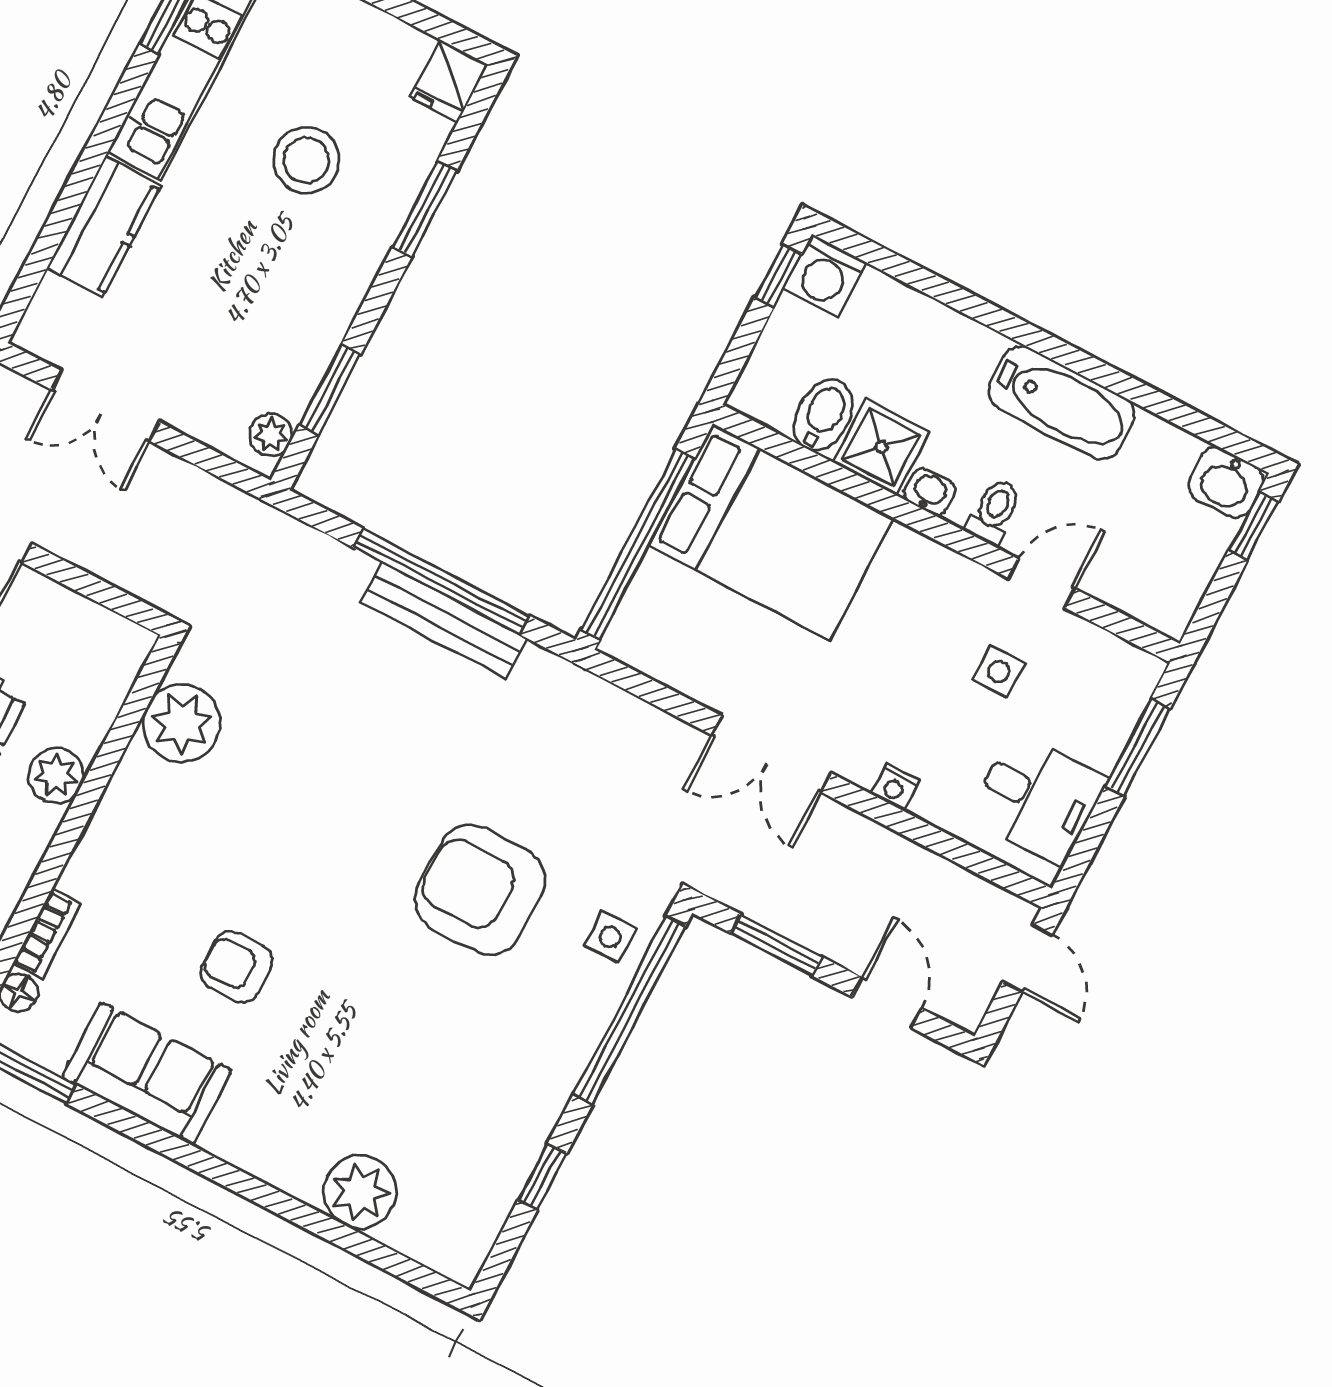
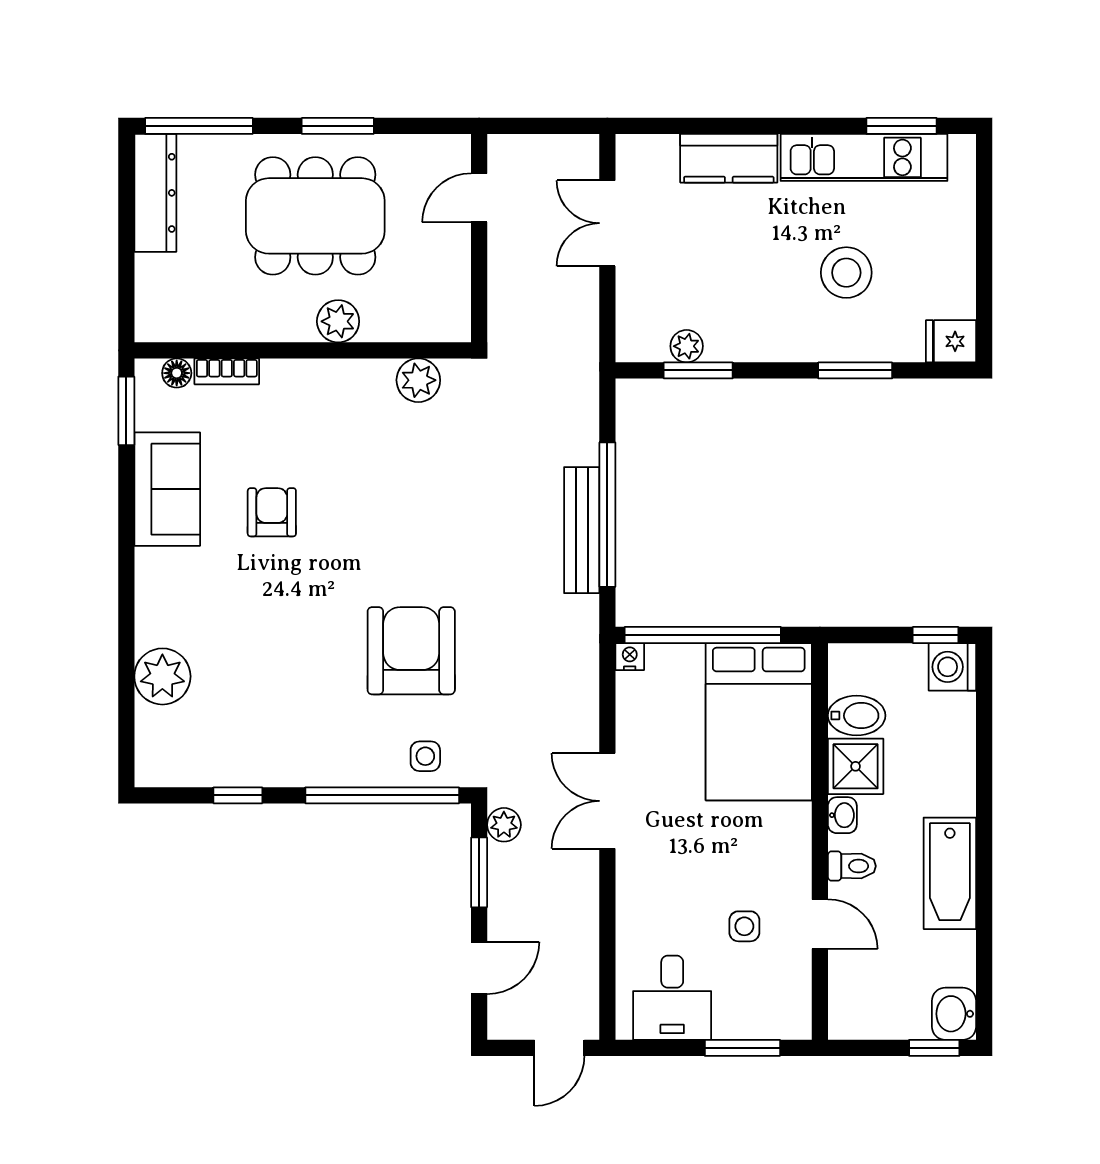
plant: (271, 435) -> (687, 346), moved
plant: (182, 723) -> (418, 380), width x0.73, depth x0.73
nightstand: (895, 787) -> (630, 657), moved, turned 90
plant: (737, 888) -> (504, 825), added

